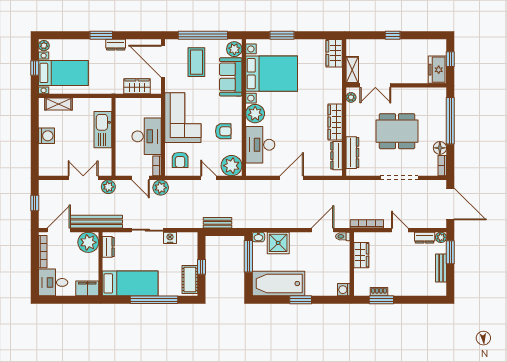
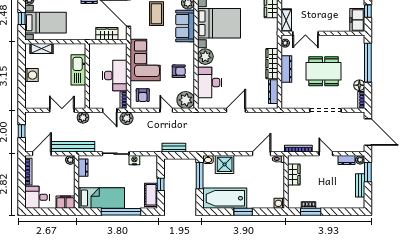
dresser: (352, 153) -> (286, 69), moved
plant: (88, 242) -> (70, 160), width x0.53, depth x0.53

